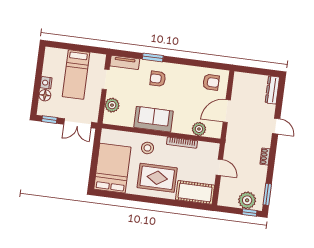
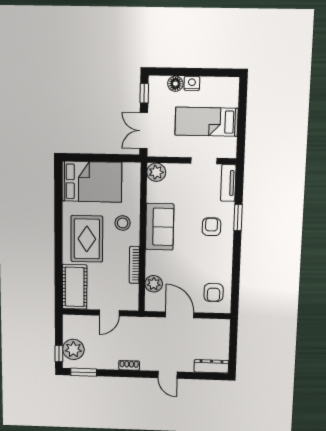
plant: (112, 105) -> (156, 172), moved
door: (276, 126) -> (168, 375), hinge flipped

